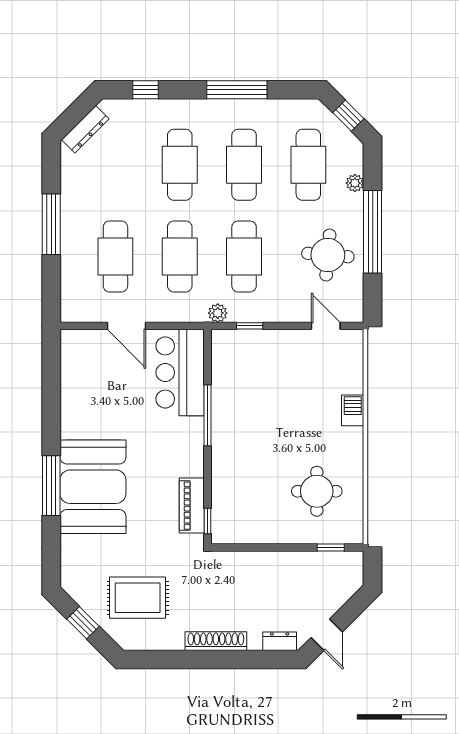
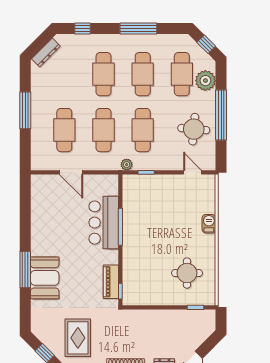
plant: (355, 183) -> (205, 81), width x1.88, depth x1.88
bar counter: (180, 372) -> (104, 223), moved
booth: (93, 487) -> (45, 278), width x0.73, depth x0.70
rug: (138, 598) -> (78, 338), turned 90

